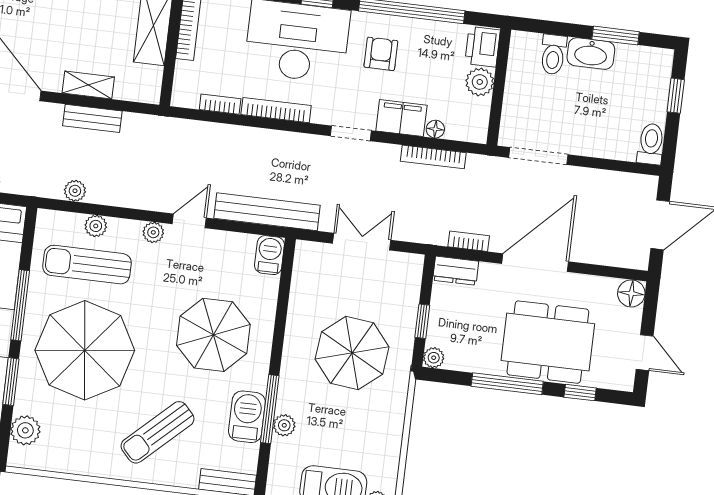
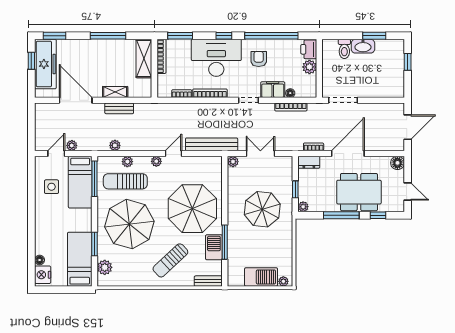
toilet: (651, 144) -> (398, 87), removed
barbecue: (269, 255) -> (215, 166), removed
window: (20, 305) -> (95, 179), moved
parasol: (213, 335) -> (192, 209), width x1.36, depth x1.36
plant: (284, 425) -> (233, 162), moved

